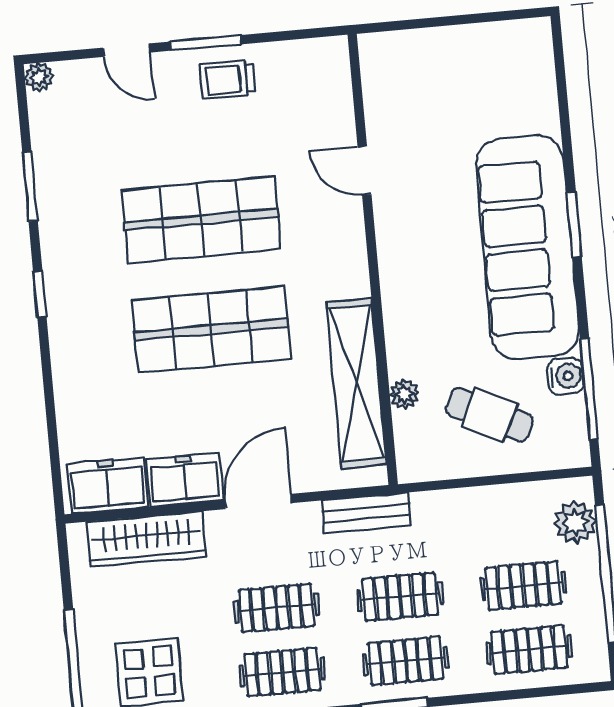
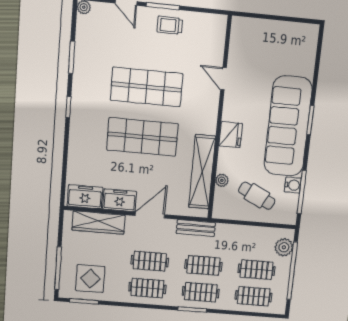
fridge: (404, 289) -> (231, 135), added

